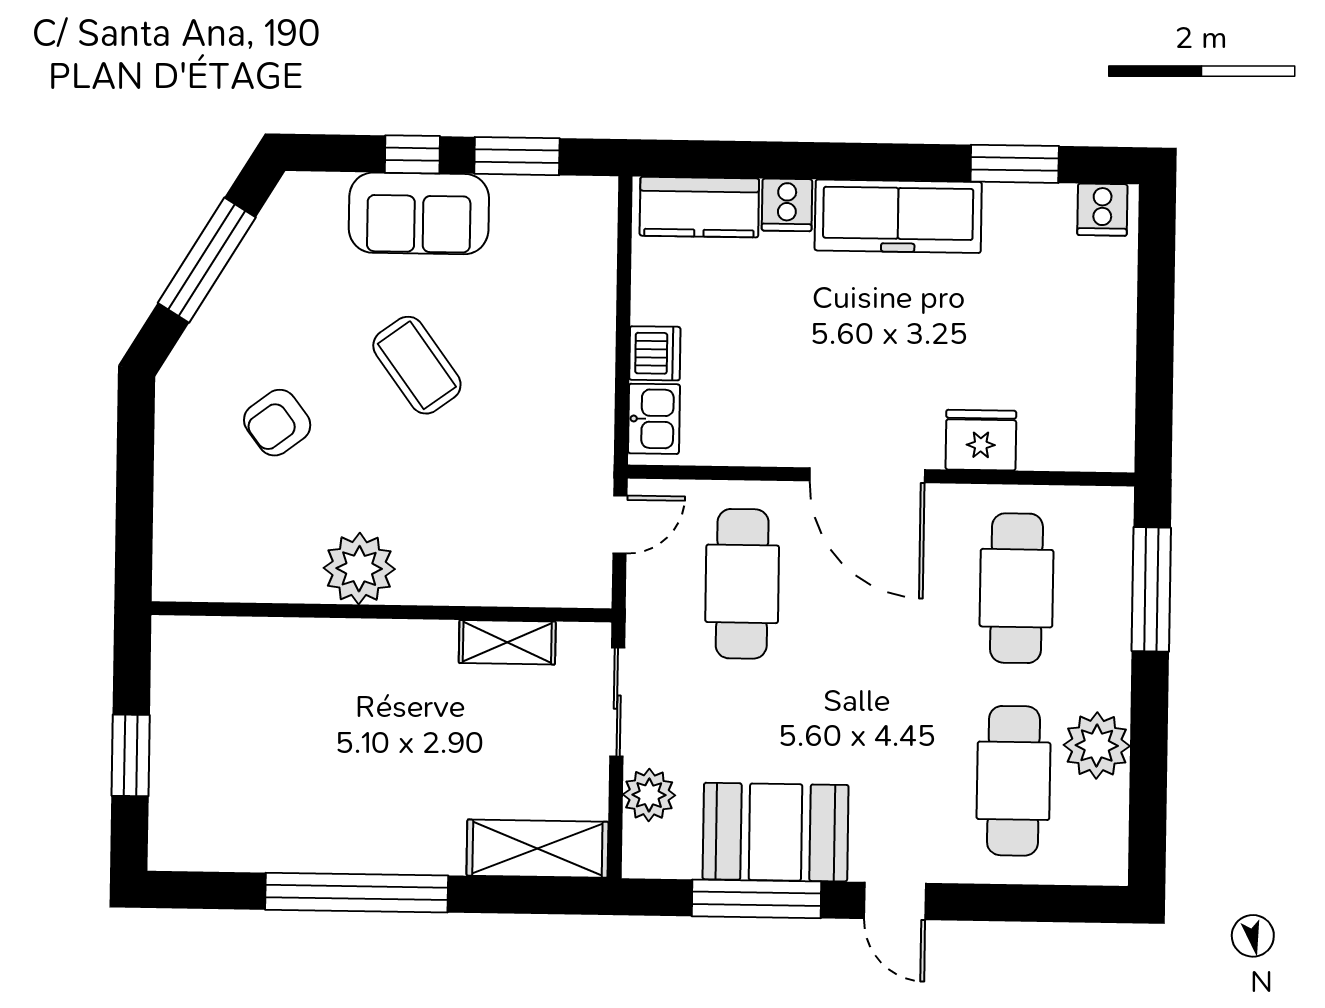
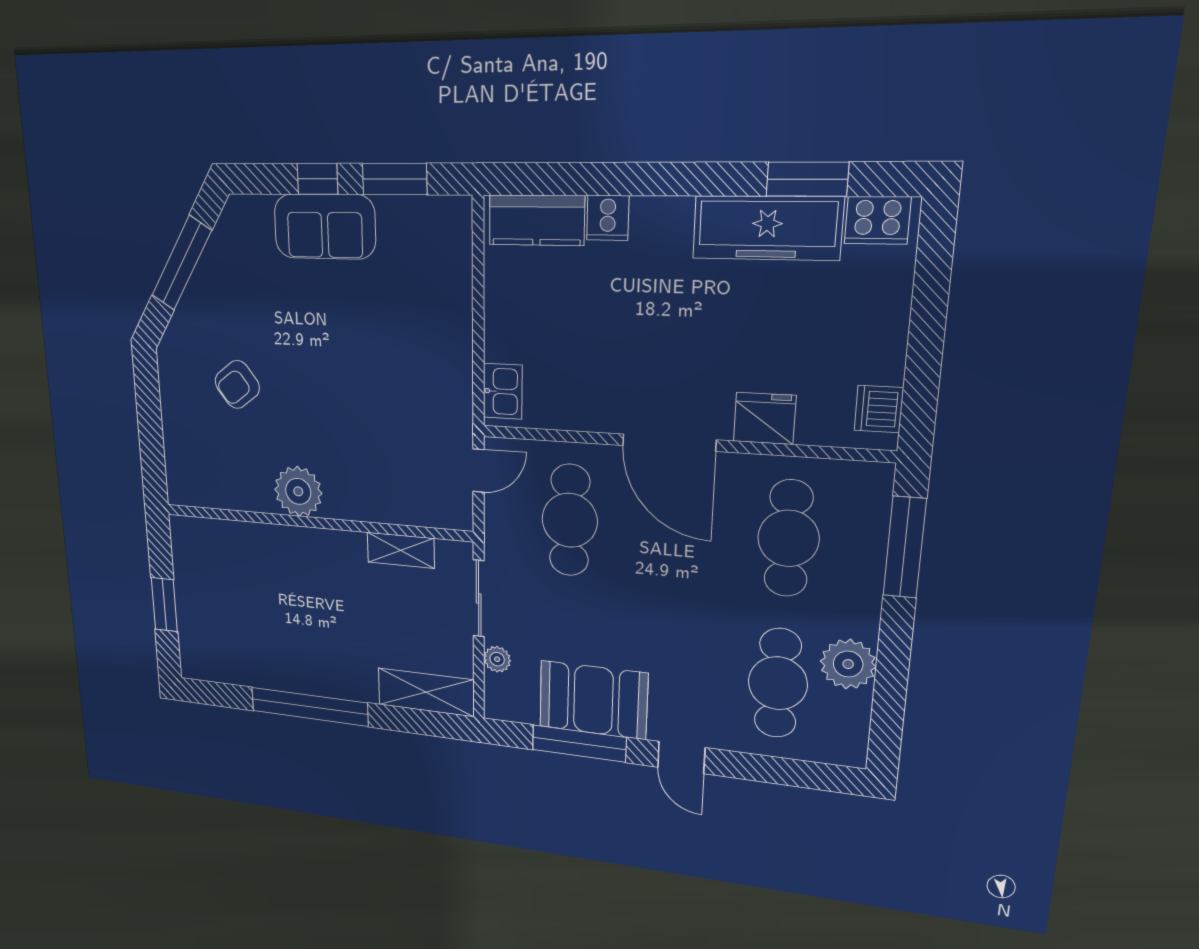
cooker: (1102, 210) -> (878, 220), width x1.36
freezer: (898, 216) -> (767, 228), moved
dishwasher: (655, 353) -> (879, 409), moved, turned 180
coffee table: (417, 365) -> (329, 345), removed
plant: (649, 795) -> (497, 659), width x0.73, depth x0.73

